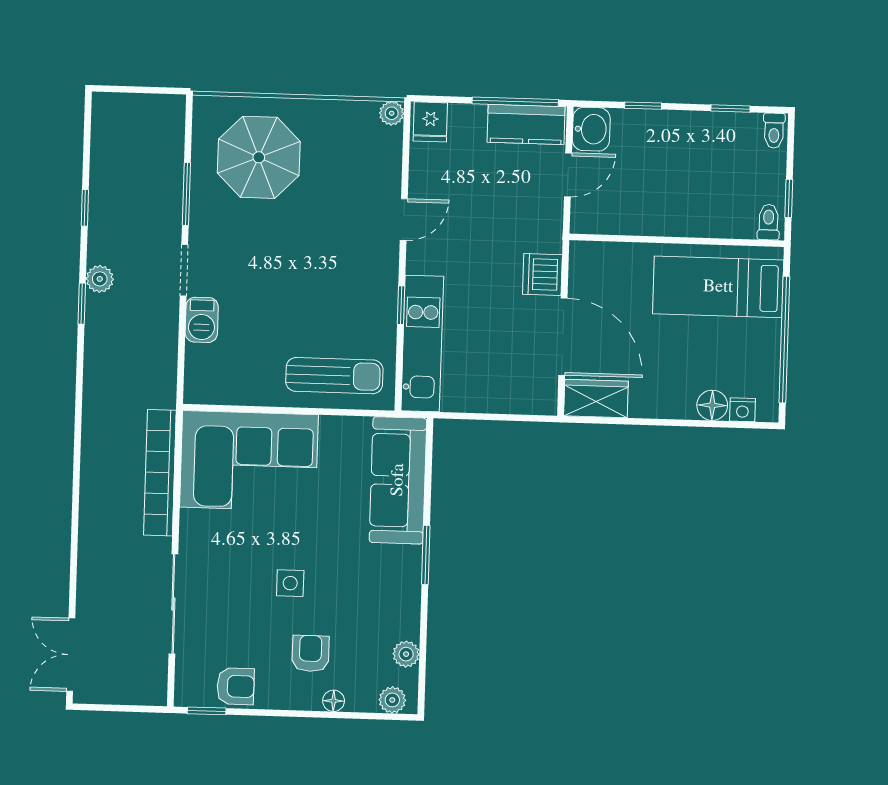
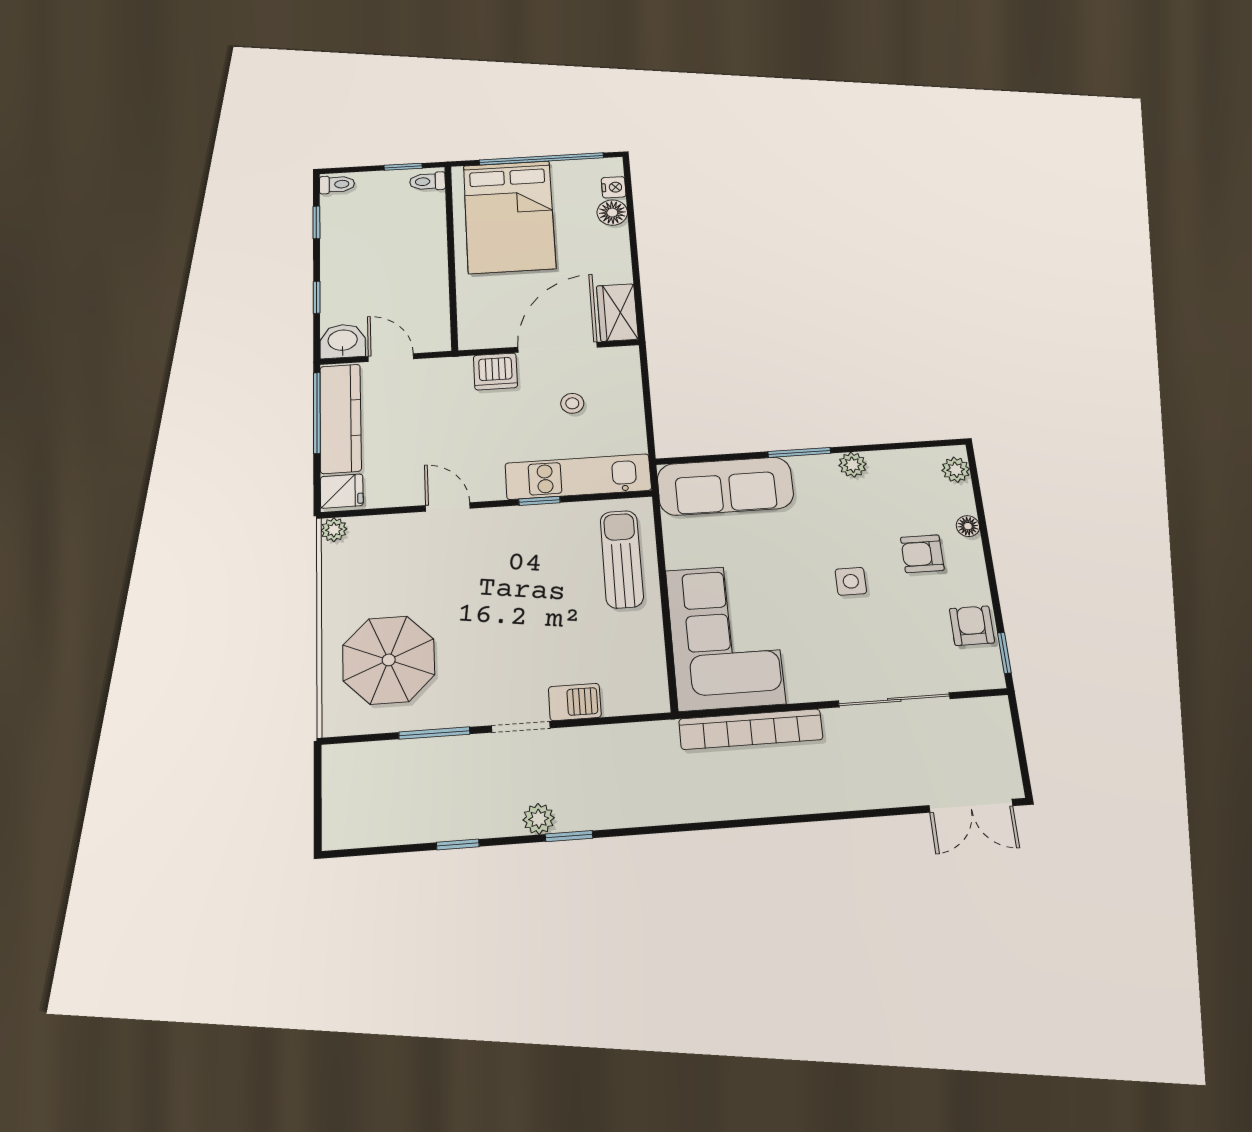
kitchen counter: (526, 124) -> (340, 418), width x1.50
bed: (718, 287) -> (509, 217), width x1.50
stool: (500, 345) -> (572, 403), added
plant: (406, 654) -> (853, 465), moved

